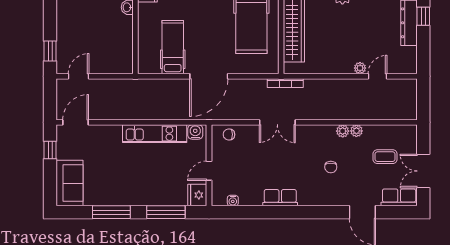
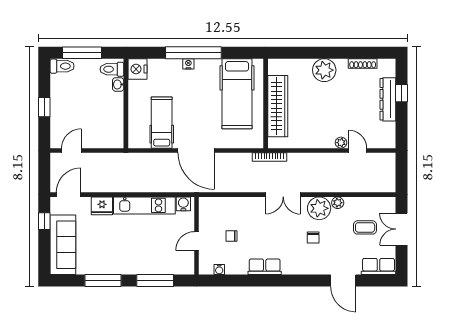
window: (50, 51) -> (44, 107), moved
door: (209, 76) -> (196, 150), hinge flipped
door: (377, 76) -> (358, 150), hinge flipped
double door: (277, 122) -> (283, 195), moved
plant: (343, 131) -> (319, 208), width x1.88, depth x1.88
chair: (229, 134) -> (232, 236), moved
double door: (423, 171) -> (402, 229), moved
sofa: (70, 183) -> (63, 245), width x1.36
fridge: (197, 195) -> (102, 206), moved, turned -90

